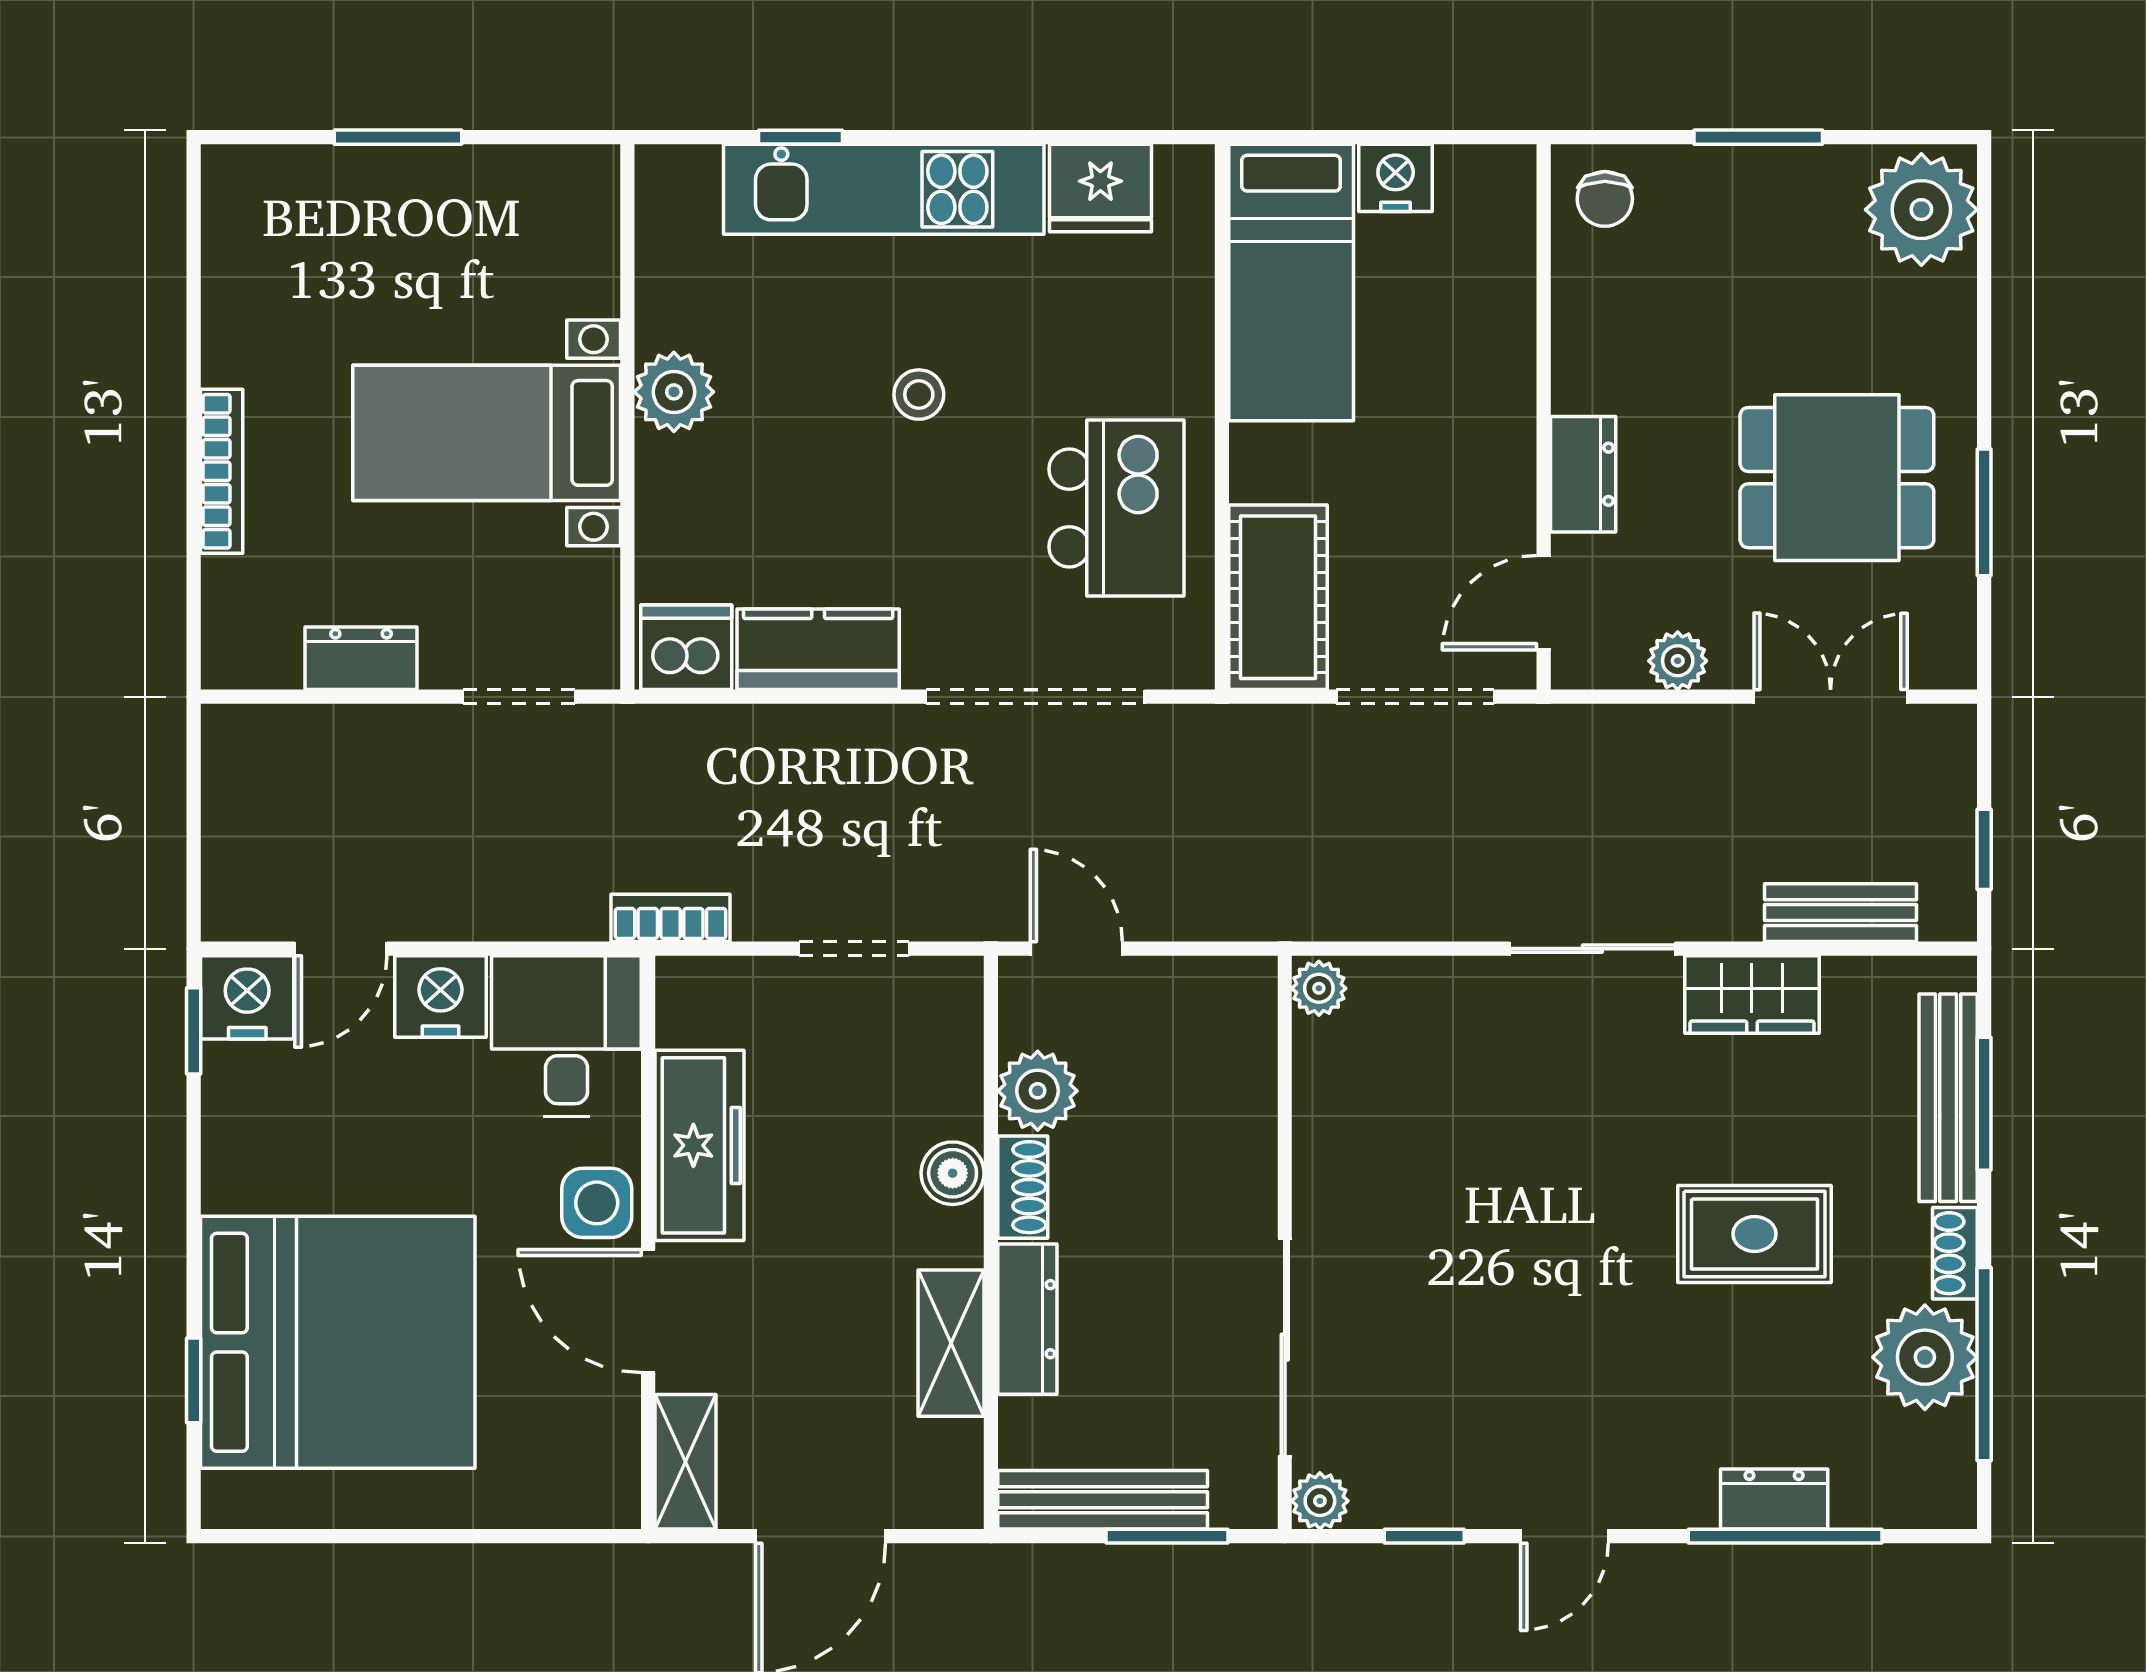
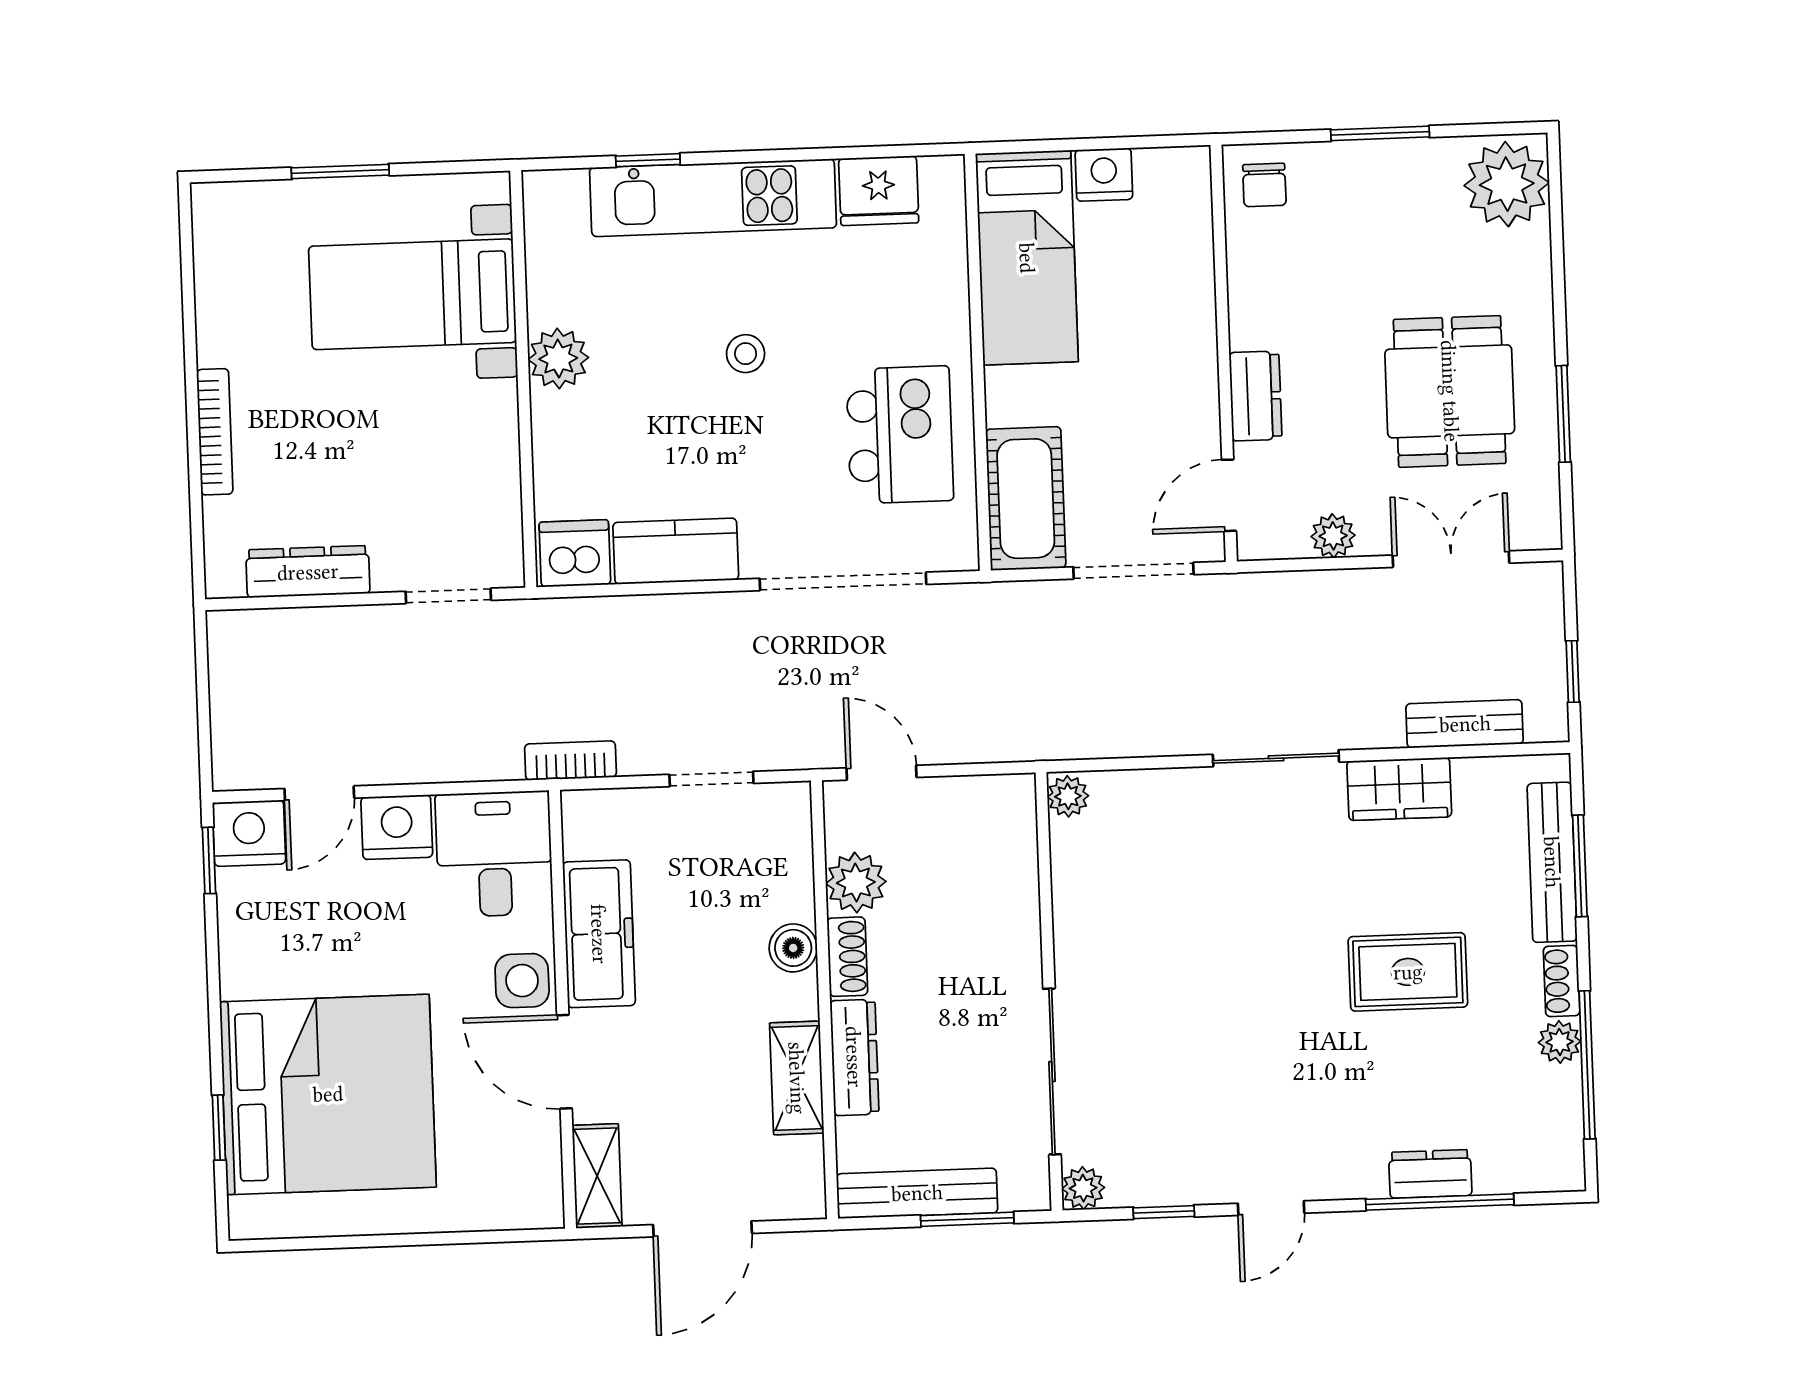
bed with nightstands: (487, 433) -> (413, 294), moved
dining table: (1837, 478) -> (1450, 391), turned 90
dresser: (361, 658) -> (308, 572), width x1.44
plant: (1925, 1357) -> (1560, 1042), width x0.53, depth x0.53

